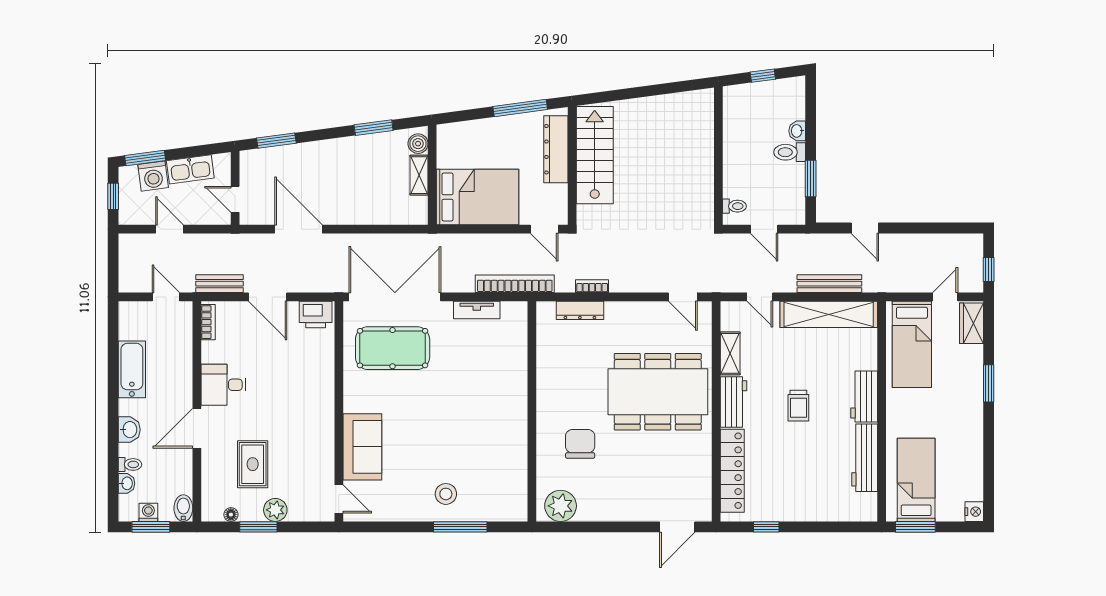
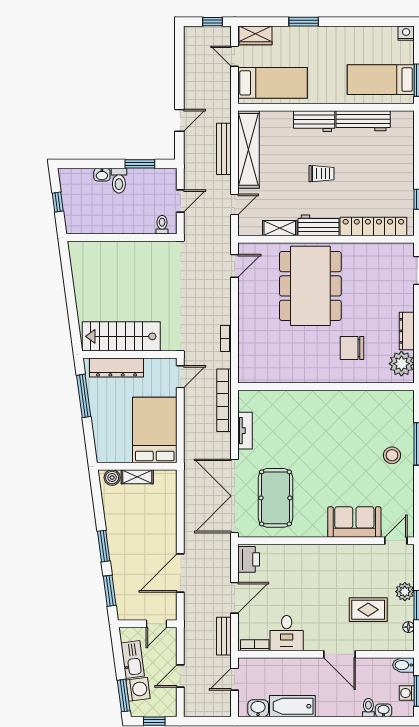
window: (374, 128) -> (104, 546), moved
dresser: (580, 310) -> (407, 331), moved, turned 180
desk: (223, 385) -> (287, 633), moved
washbasin: (129, 430) -> (258, 708), moved

